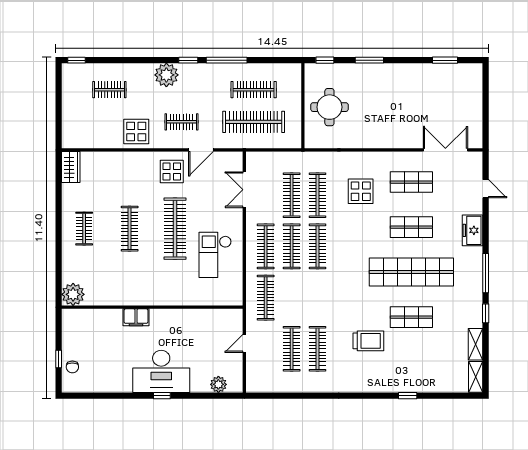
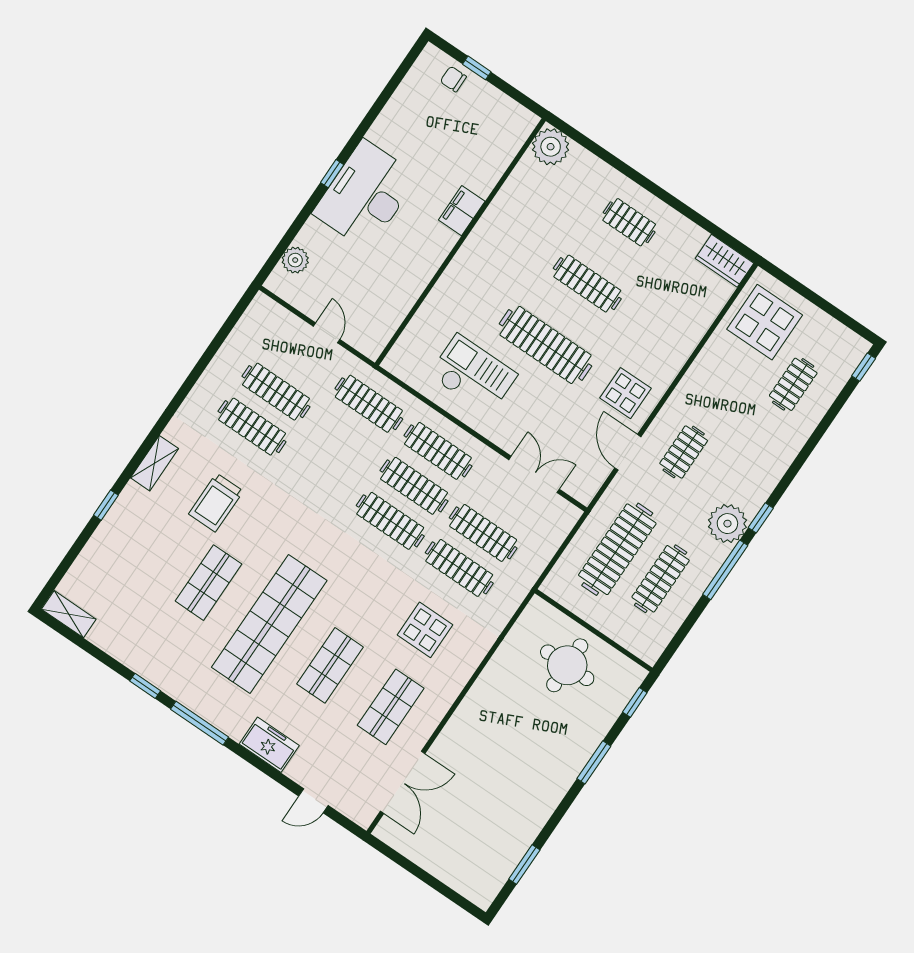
plant: (166, 75) -> (727, 524), moved
display table: (136, 132) -> (765, 322), moved, width x1.36, depth x1.36
shelving: (475, 344) -> (155, 463), moved, turned 90

